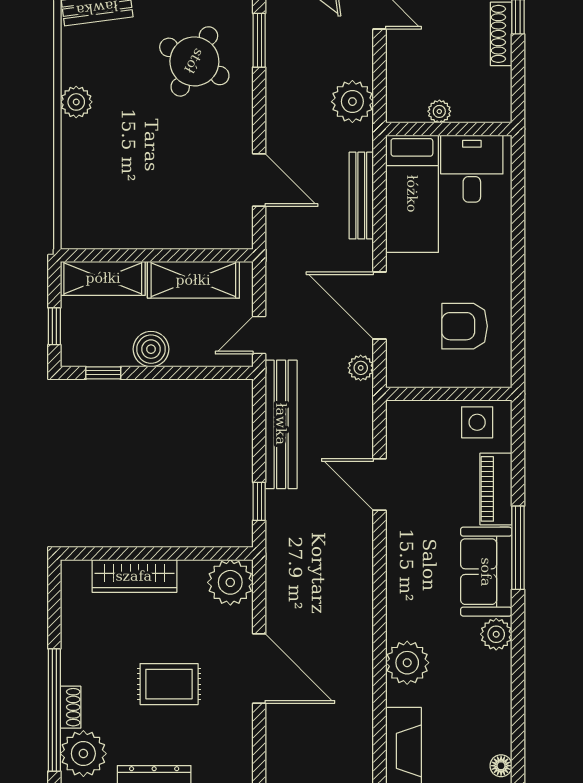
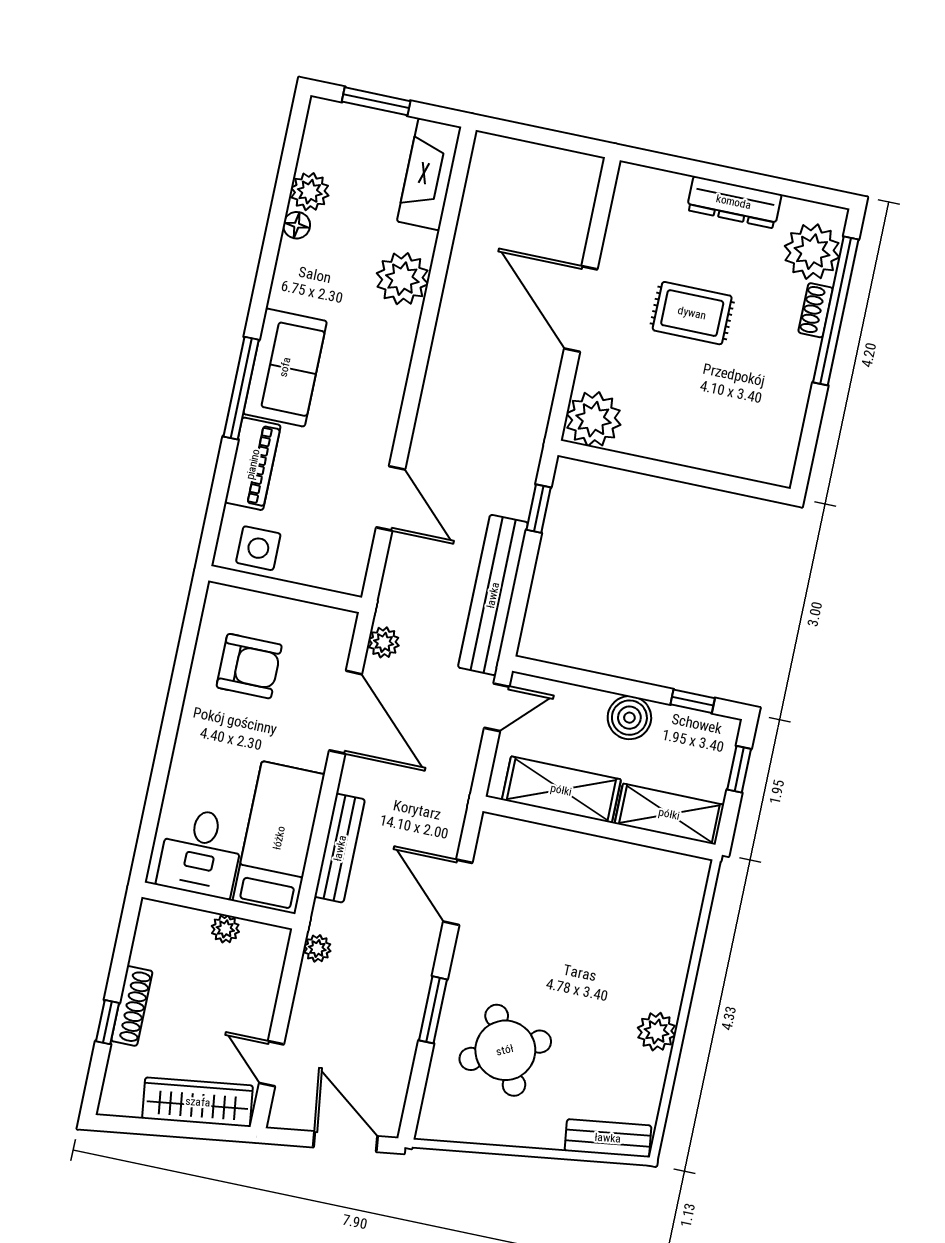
window: (259, 40) -> (433, 1010), moved
round table: (194, 61) -> (505, 1050), turned 35
plant: (352, 102) -> (317, 948), width x0.53, depth x0.53
wardrobe: (134, 576) -> (706, 451), removed
plant: (496, 634) -> (310, 192), moved
floor lamp: (501, 766) -> (297, 225), moved

